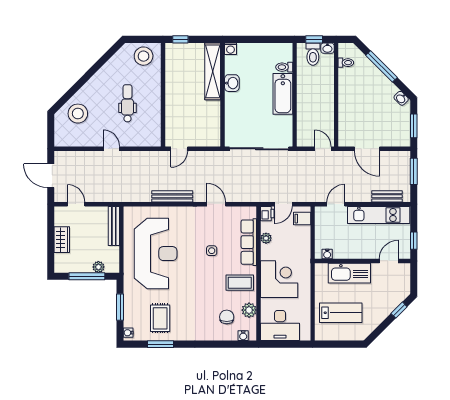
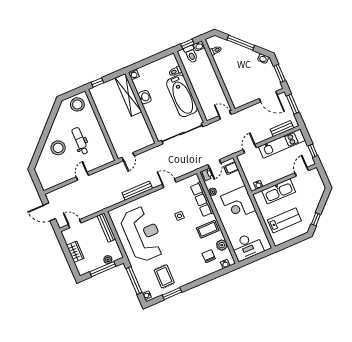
bathtub: (283, 94) -> (182, 96), width x1.36, depth x1.36
stool: (78, 114) -> (58, 148), moved
door: (111, 149) -> (82, 176), hinge flipped
door: (367, 149) -> (268, 97), moved
corner desk: (279, 279) -> (238, 203), moved, turned 180
window: (120, 307) -> (134, 280), width x1.44
window: (399, 310) -> (316, 219), moved

